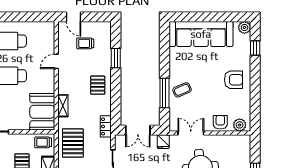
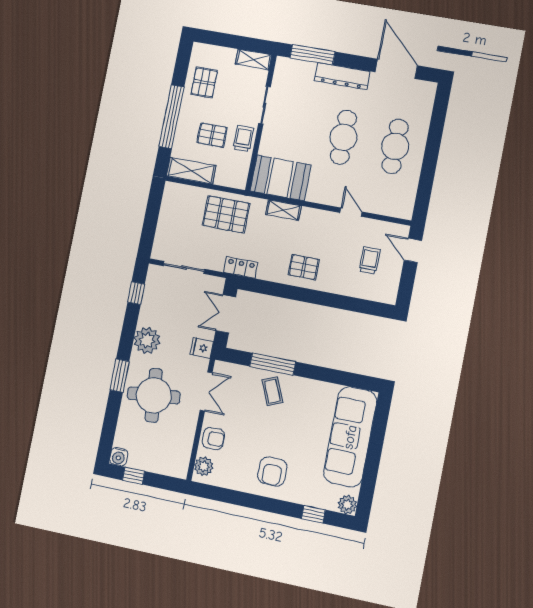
door: (74, 17) -> (413, 250), hinge flipped
window: (116, 58) -> (339, 302), removed
trolley: (43, 142) -> (243, 139), moved

